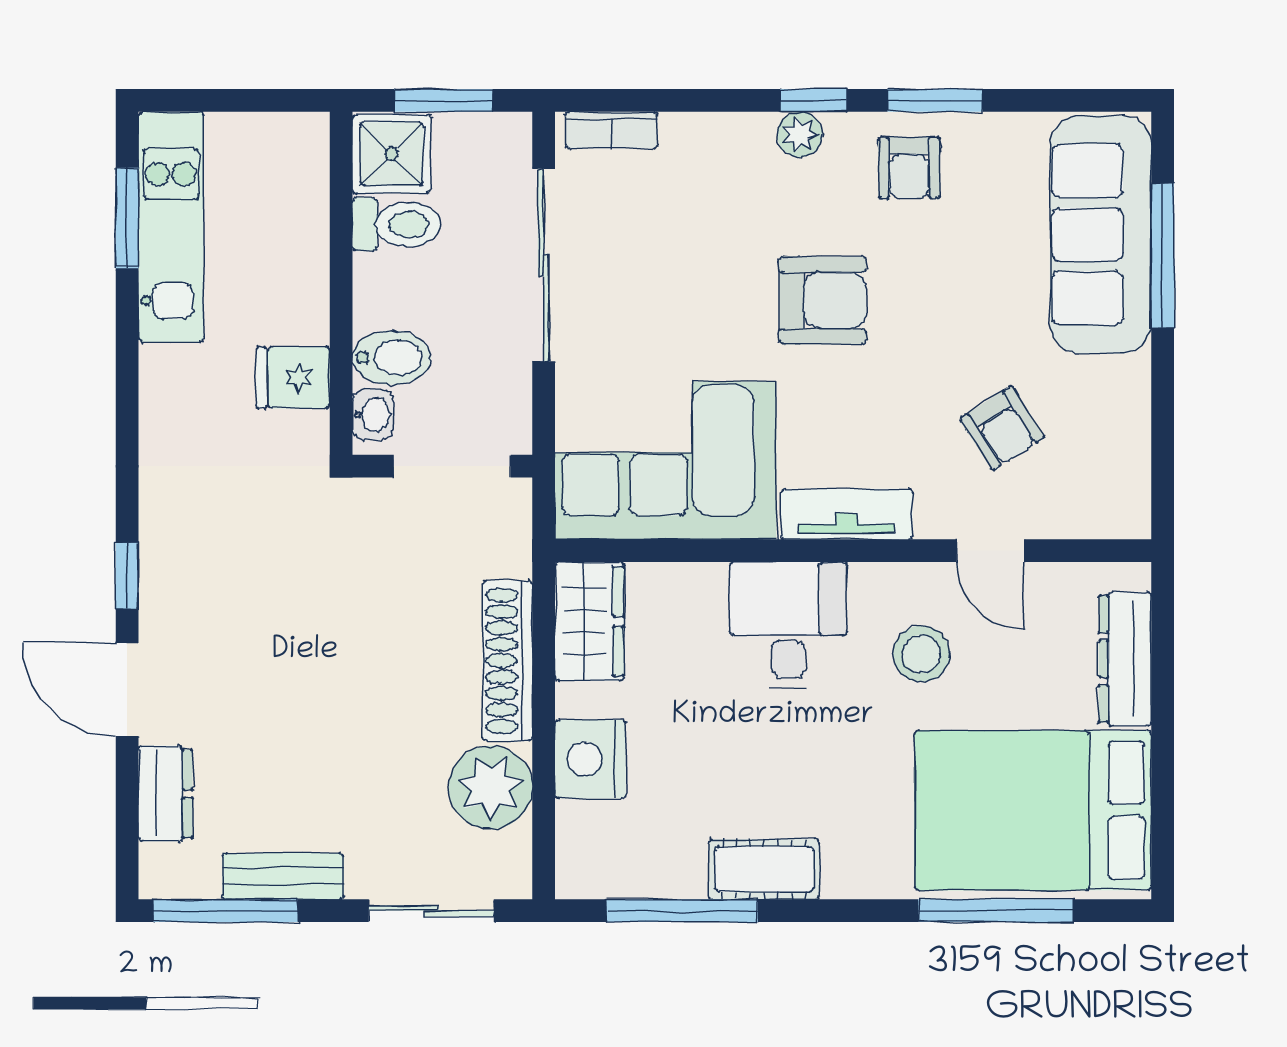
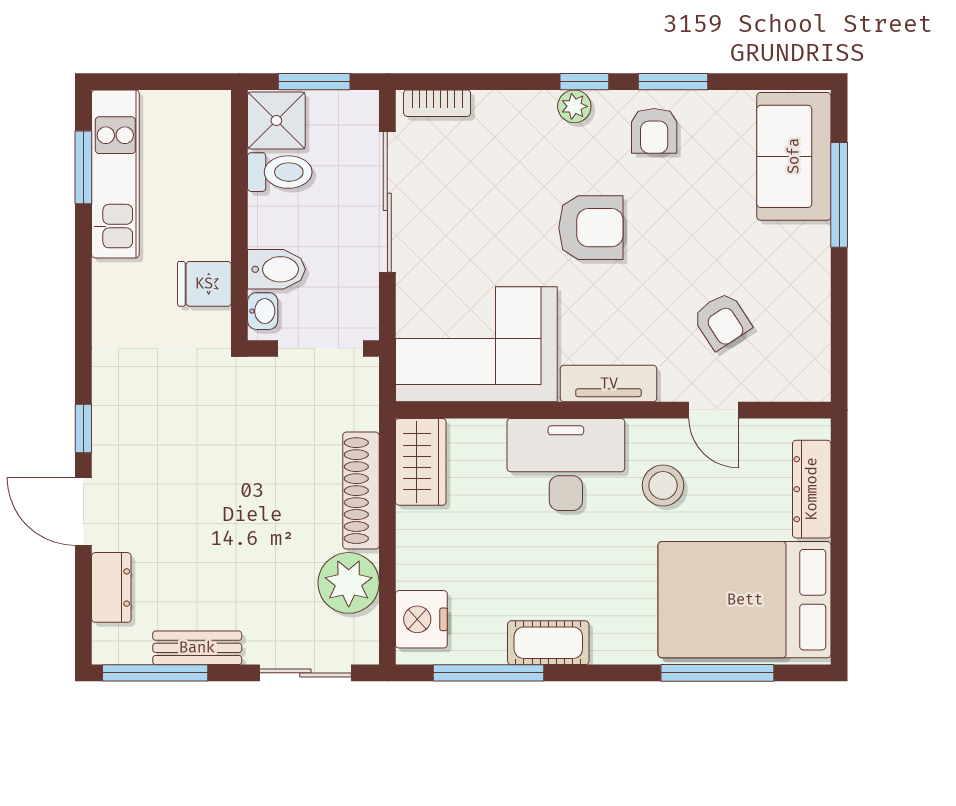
sofa: (1101, 234) -> (794, 156), width x0.73
desk: (788, 625) -> (566, 465), width x1.37
nightstand: (590, 759) -> (421, 619), moved

